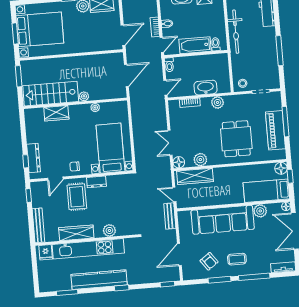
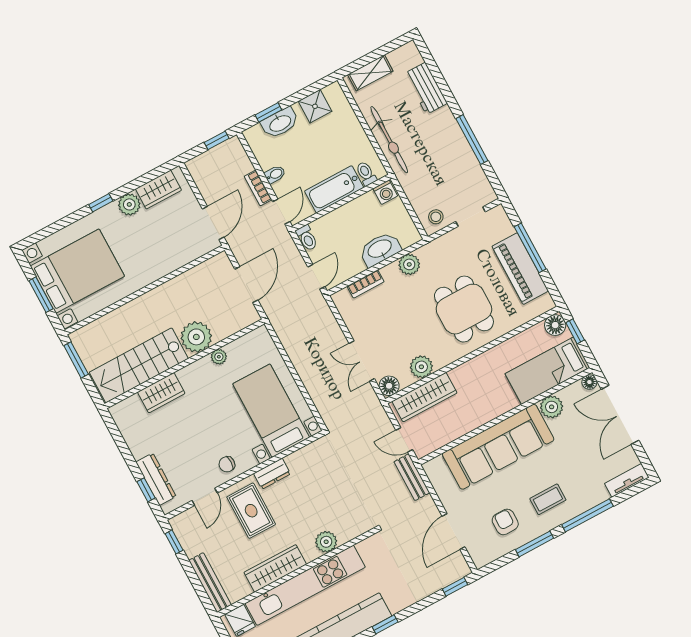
washing machine: (221, 59) -> (385, 192), added
plant: (84, 96) -> (196, 337), width x1.87, depth x1.87
armchair: (209, 261) -> (505, 522), turned -144

